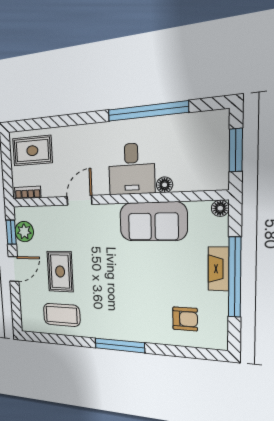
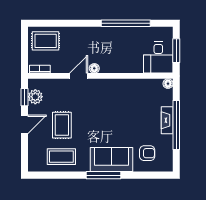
desk: (131, 169) -> (158, 58), moved
floor lamp: (165, 185) -> (94, 68), moved
sofa: (153, 222) -> (111, 159), moved, turned 180

